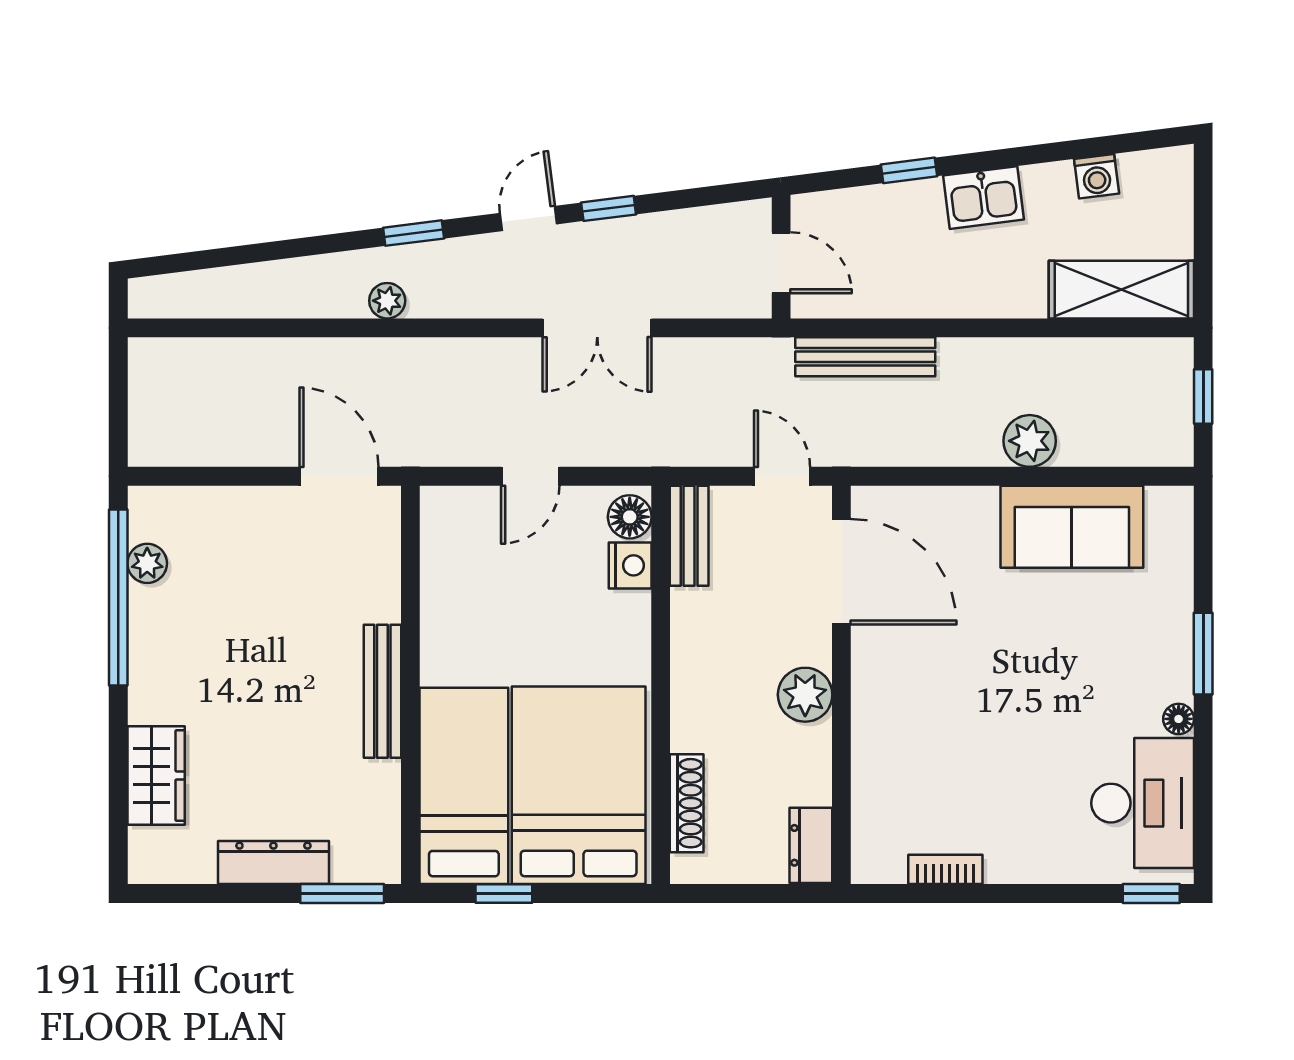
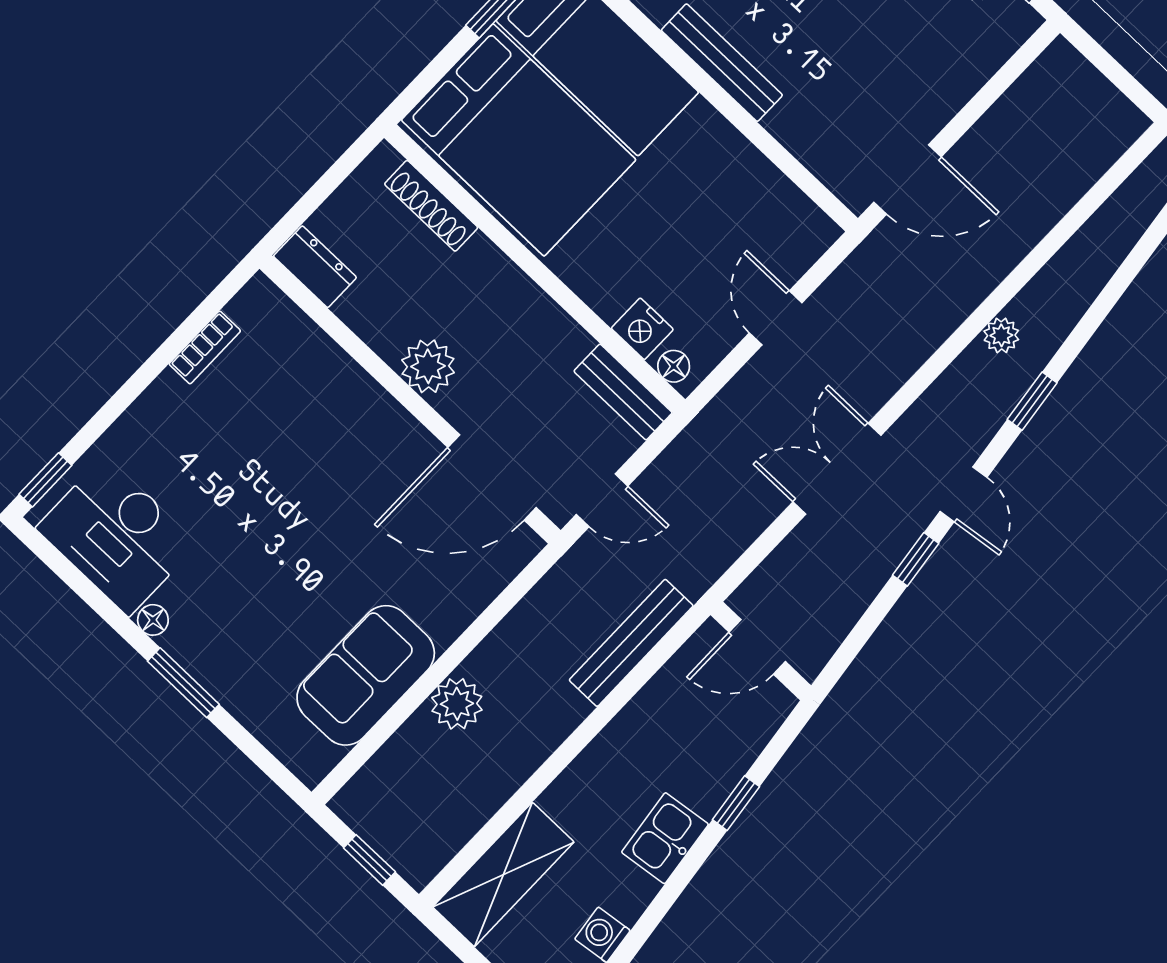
floor lamp: (630, 517) -> (674, 366), width x0.73, depth x0.73

